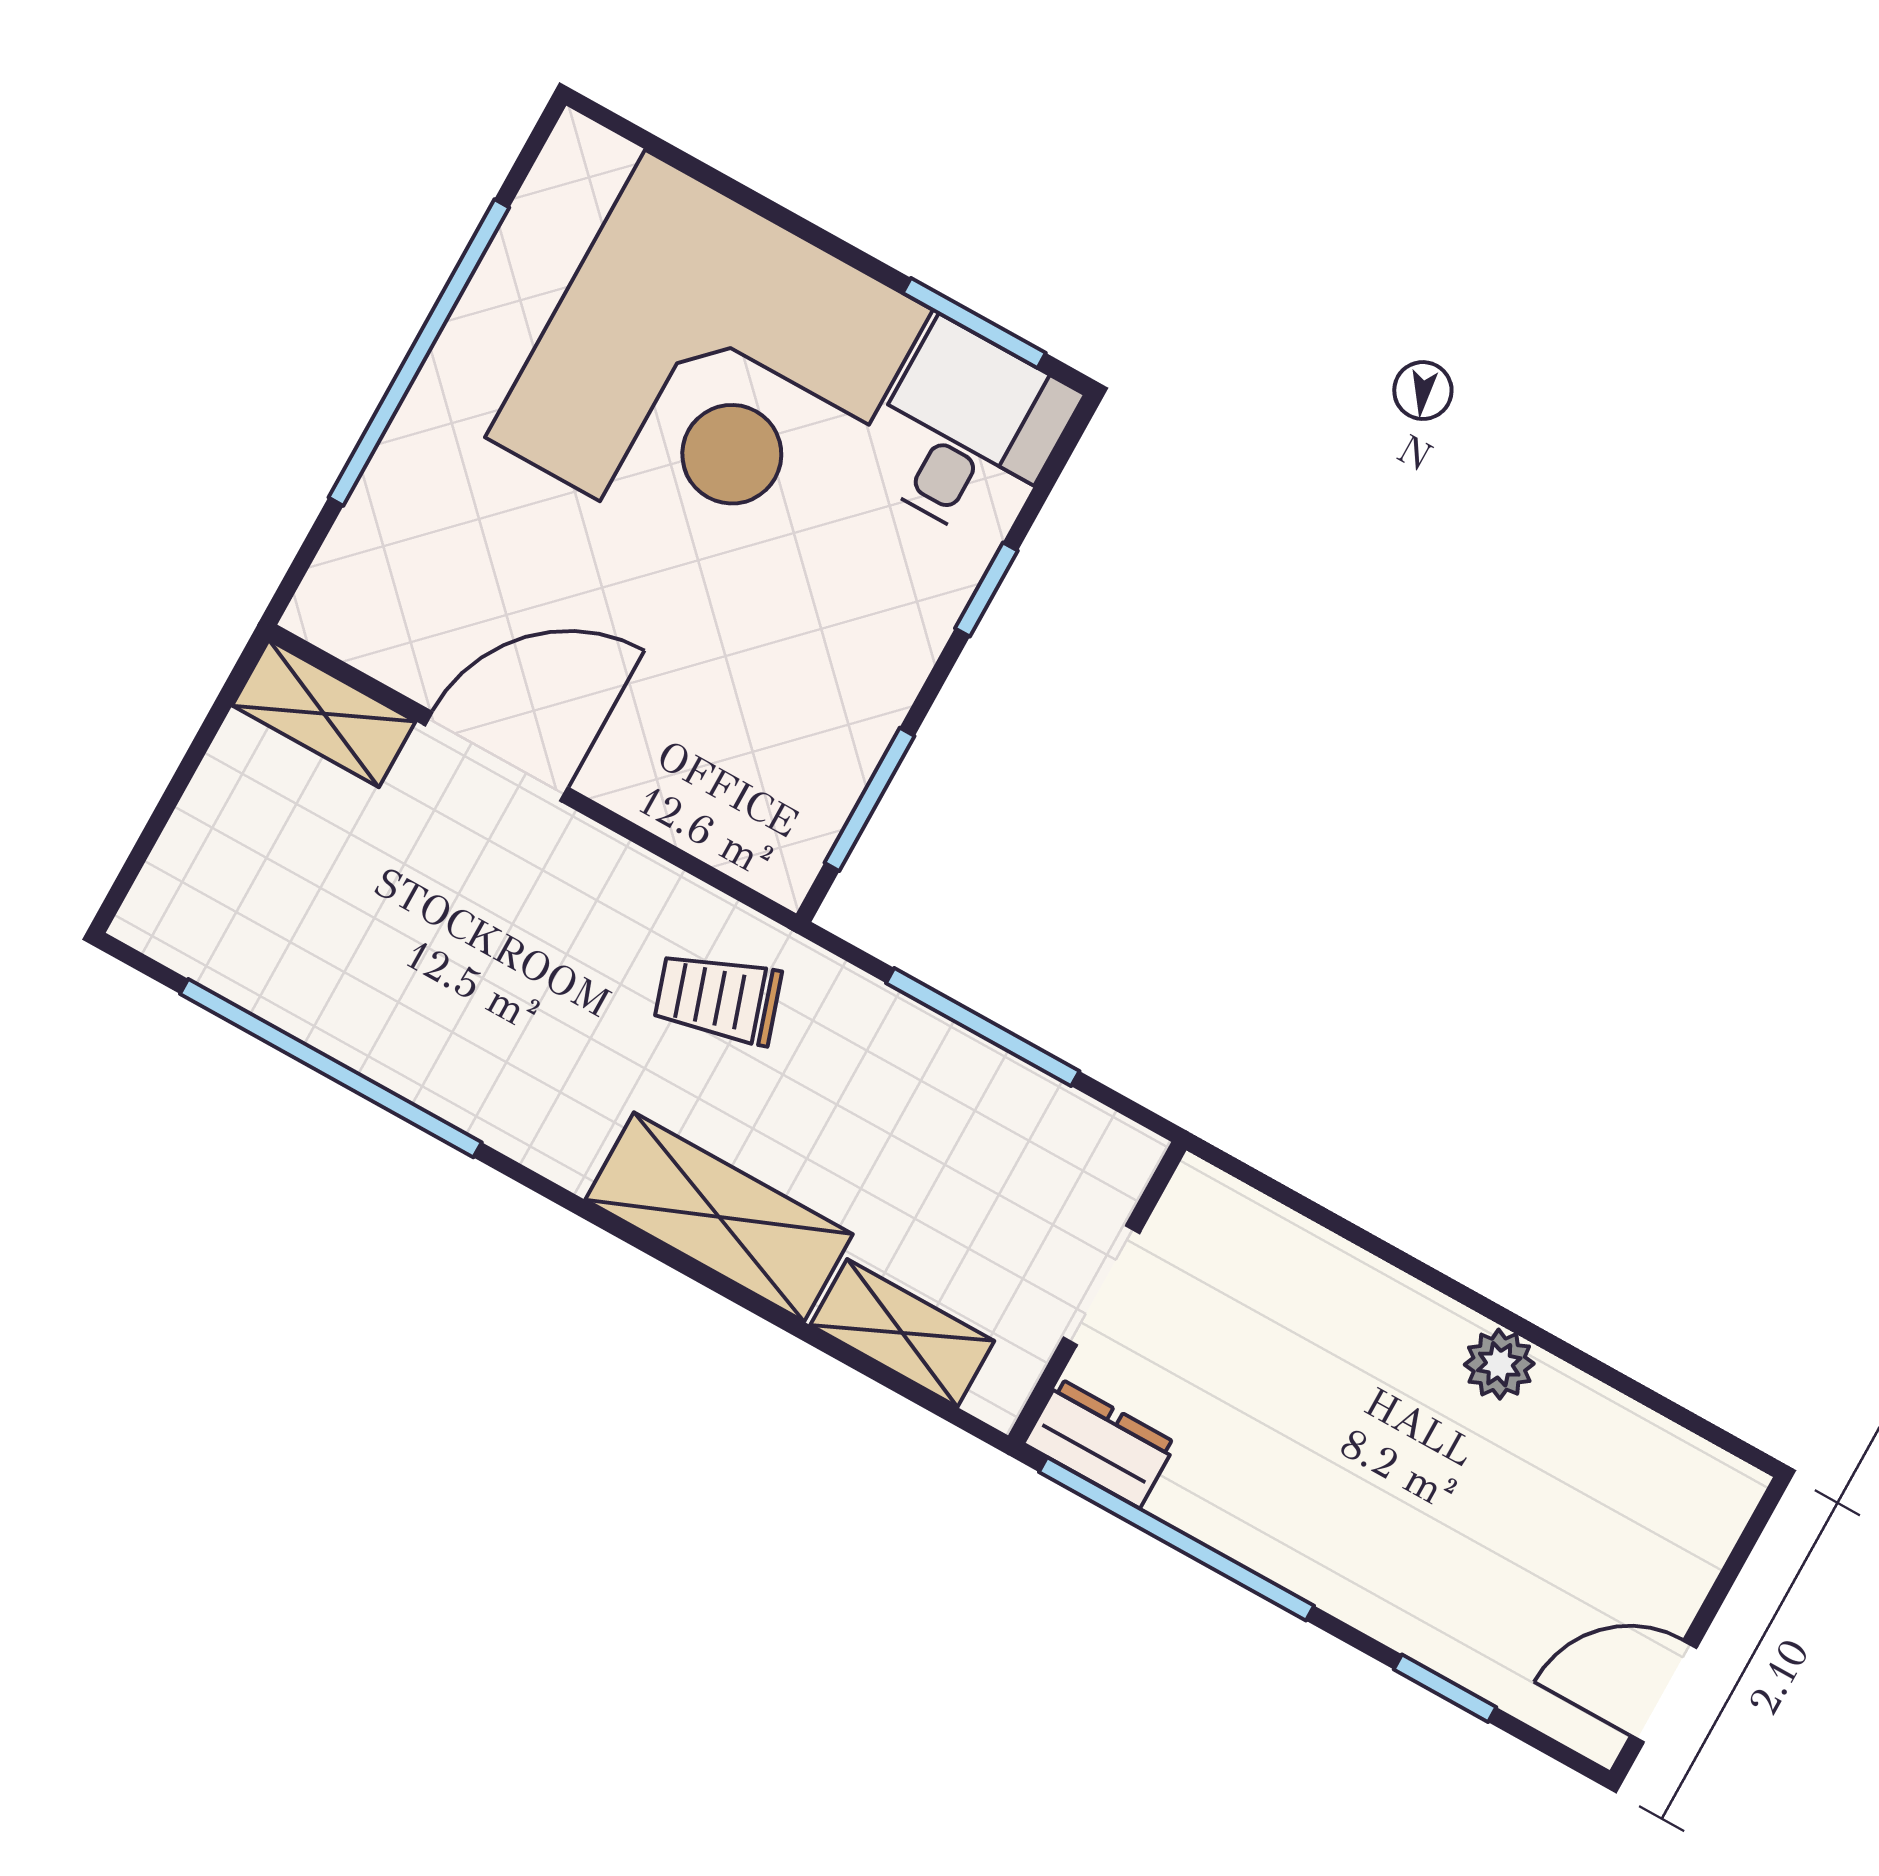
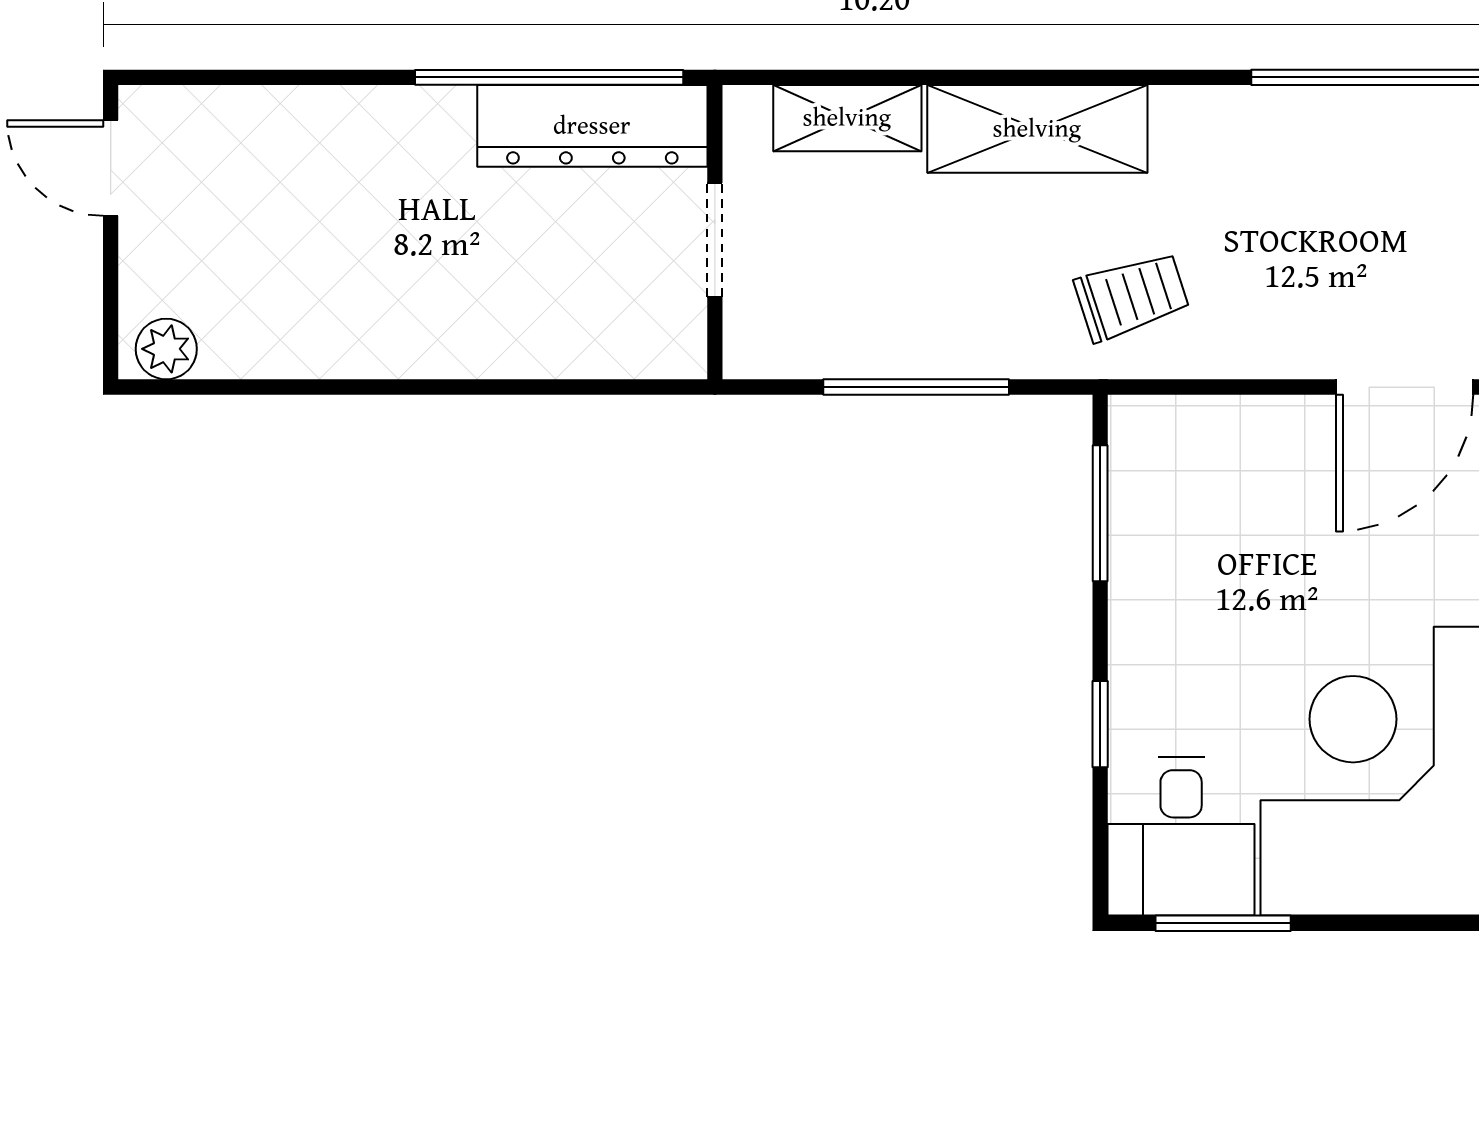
plant: (1499, 1364) -> (166, 349), moved
dresser: (1100, 1443) -> (592, 126), width x1.96, depth x1.24
window: (1445, 1688) -> (279, 77), removed
door: (1663, 1691) -> (111, 168), swing flipped

